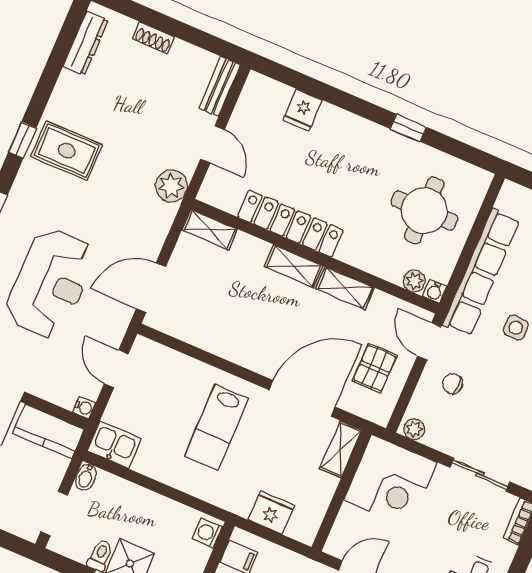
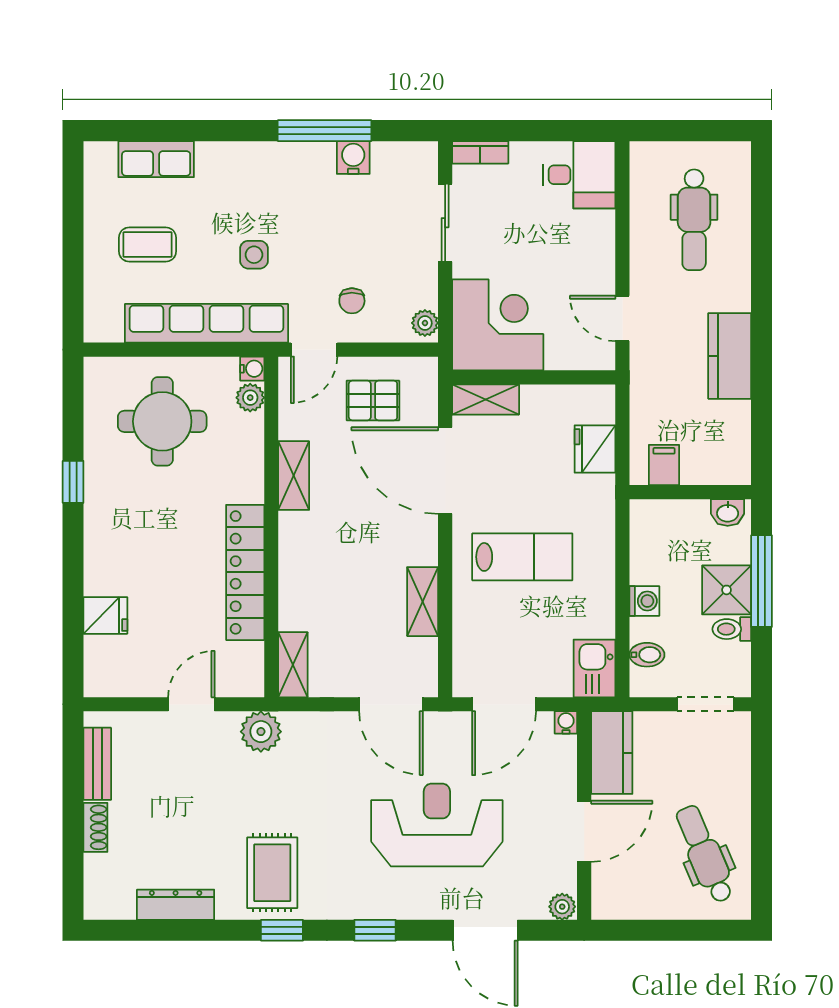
dresser: (86, 43) -> (176, 905), moved
bench: (220, 87) -> (97, 764), moved, turned 90
shelving: (294, 266) -> (423, 602), moved
door: (116, 369) -> (504, 704), width x1.38
bidet: (86, 477) -> (647, 655), moved
washing machine: (207, 533) -> (644, 601), moved, turned -90

